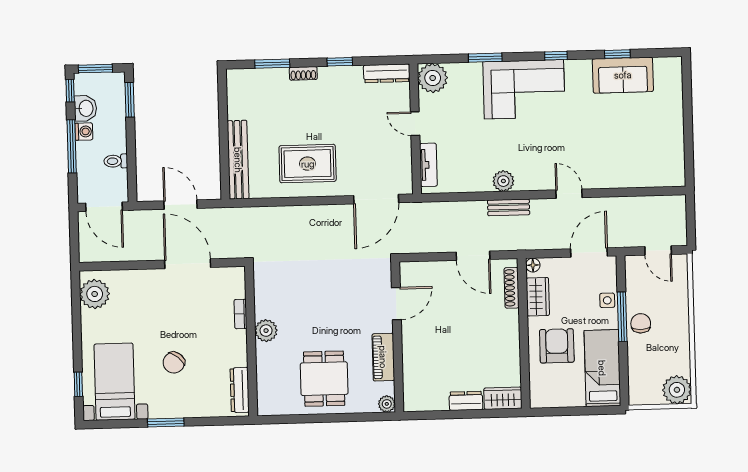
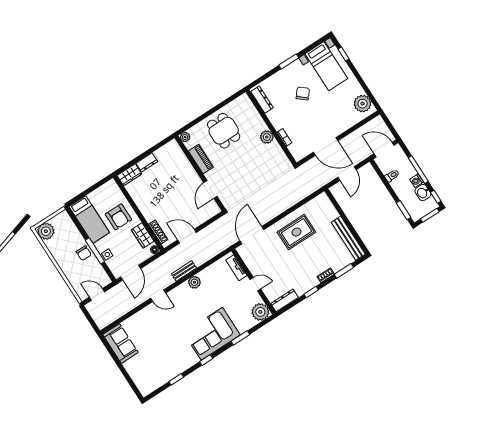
sofa: (623, 75) -> (120, 344), moved, turned 90
bench: (238, 160) -> (348, 238), moved
door: (180, 205) -> (347, 174), hinge flipped

